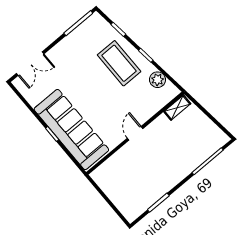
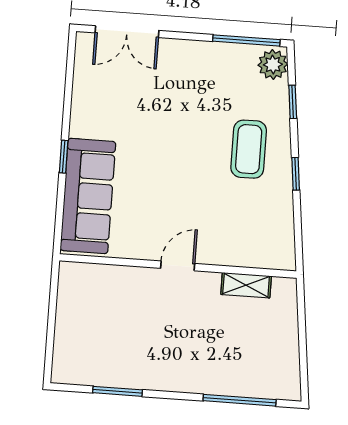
coffee table: (119, 63) -> (249, 149), width x0.73, depth x0.76
plant: (158, 80) -> (273, 65), moved
shelving: (177, 108) -> (246, 285), moved
sofa: (71, 129) -> (88, 196), width x0.74, depth x0.79

